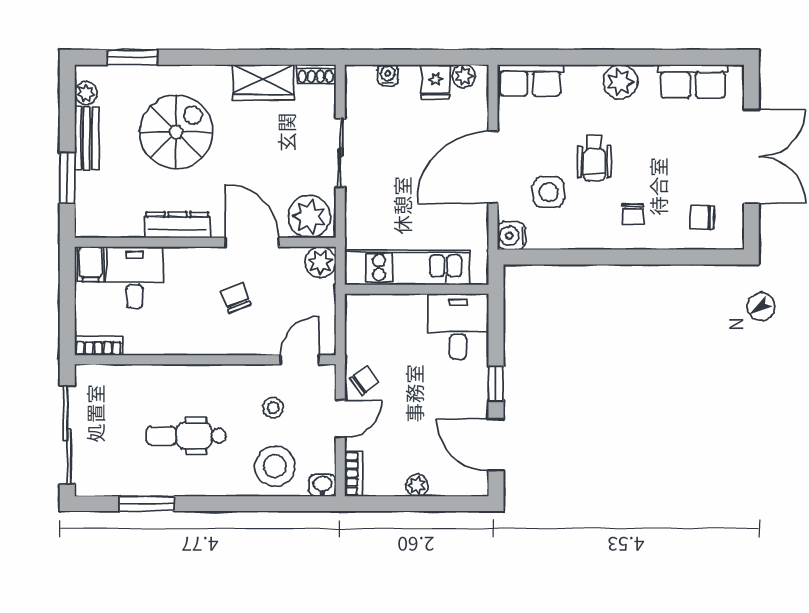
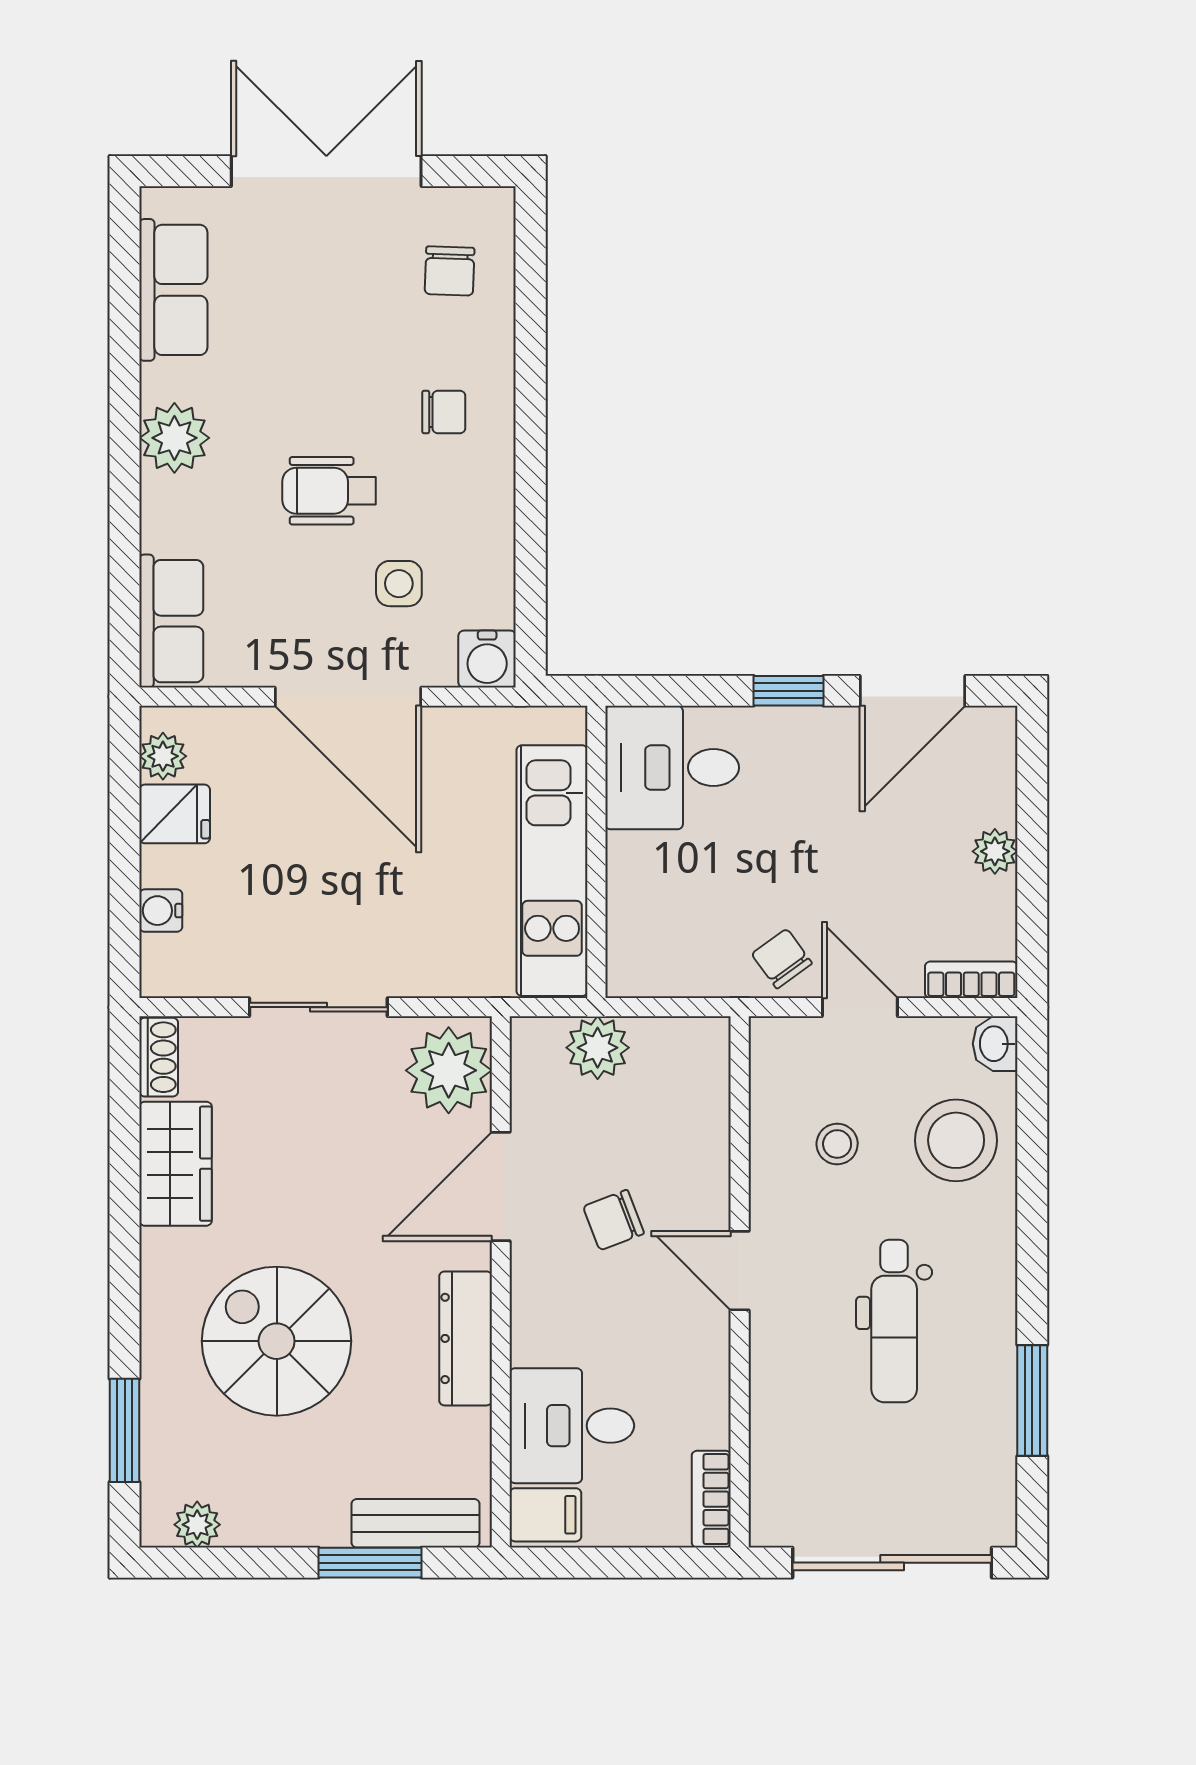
bench: (87, 138) -> (416, 1523), moved
wheelchair: (594, 158) -> (329, 491), turned 180
side table: (549, 192) -> (399, 584), width x0.73, depth x0.73
plant: (320, 262) -> (598, 1048), moved
door: (300, 360) -> (740, 1271), moved

